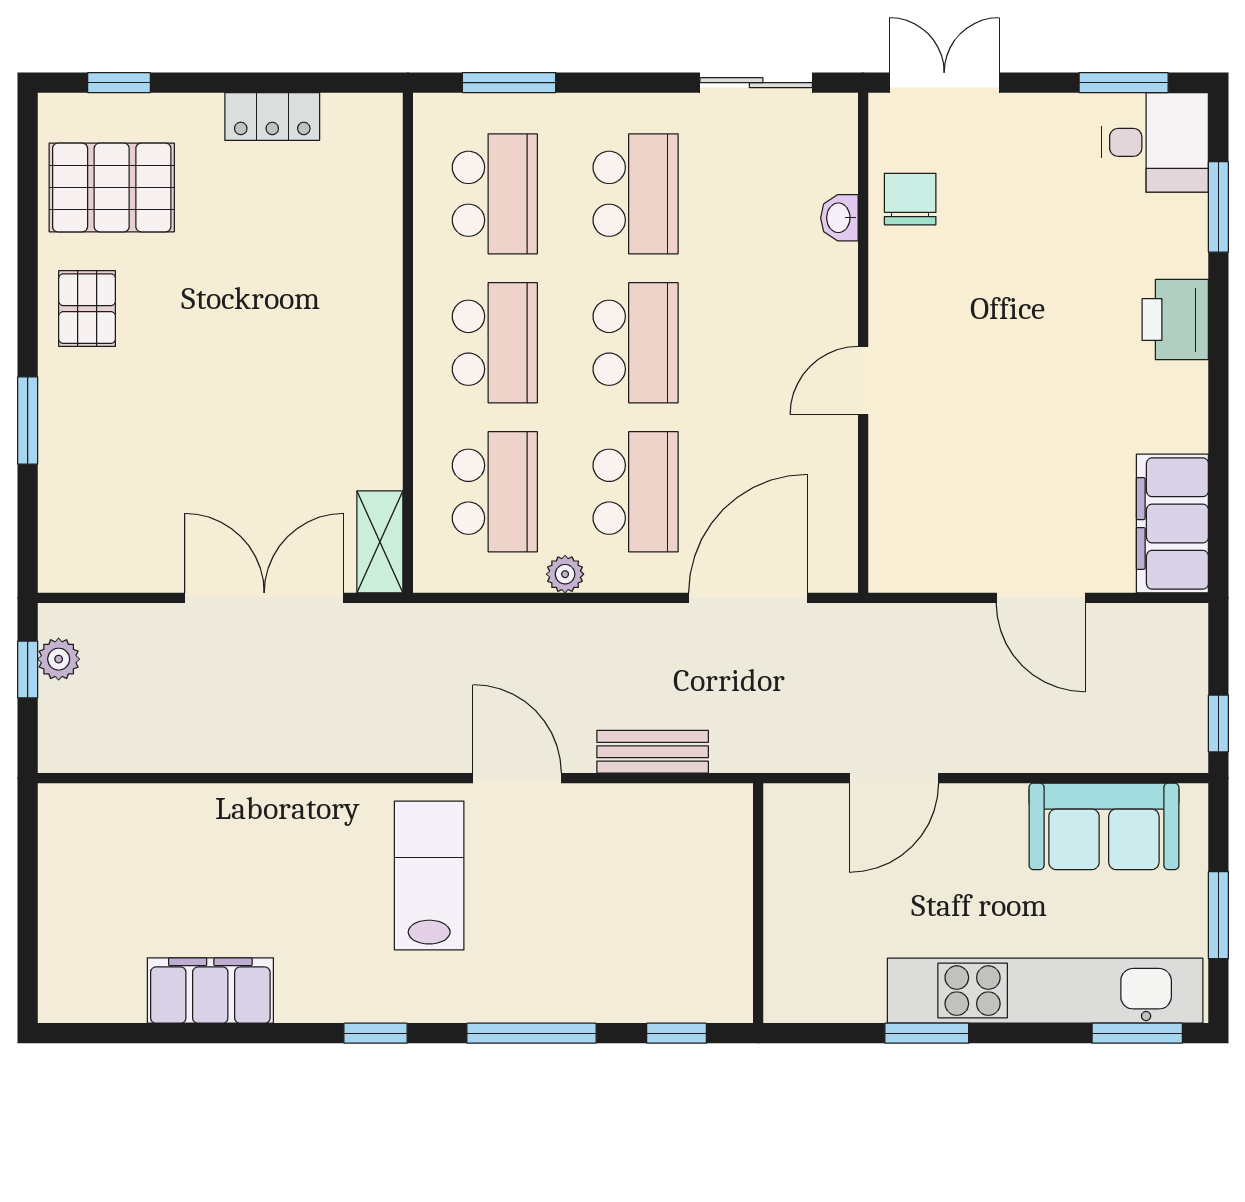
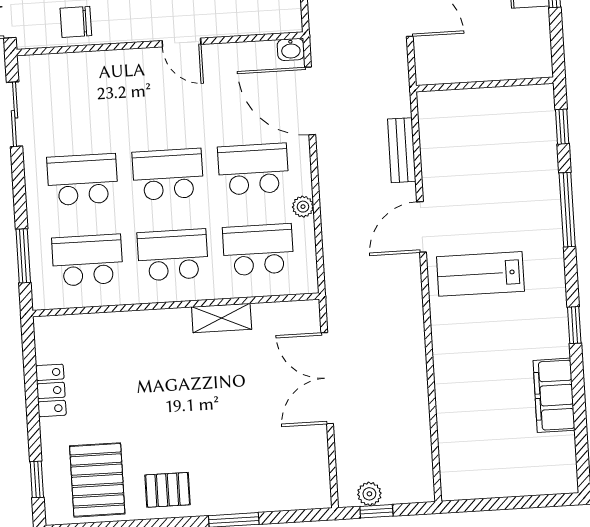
washbasin: (839, 218) -> (291, 49), moved
shelving: (380, 542) -> (222, 318), moved
window: (375, 1033) -> (574, 325), moved

